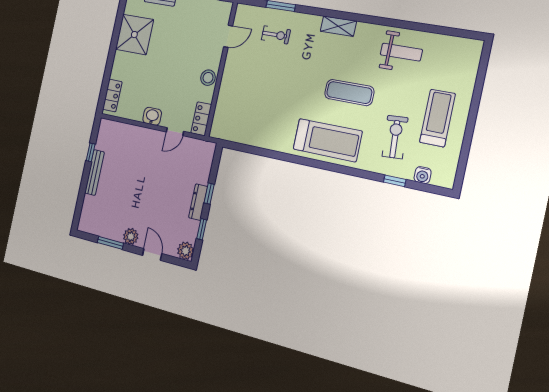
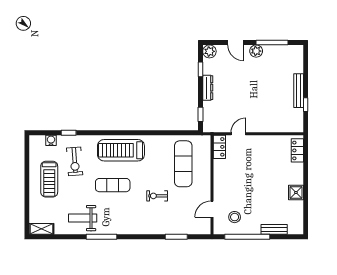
window: (380, 21) -> (102, 237), added
shelving: (338, 26) -> (41, 229), moved
shower: (134, 35) -> (296, 192), width x0.54, depth x0.54
exercise bike: (276, 35) -> (157, 196), moved
stool: (208, 78) -> (235, 217), moved
exercise mat: (251, 105) -> (183, 164), added
washbasin: (152, 116) -> (260, 141), removed
window: (209, 194) -> (201, 114), moved
window: (110, 243) -> (272, 42), width x1.44

